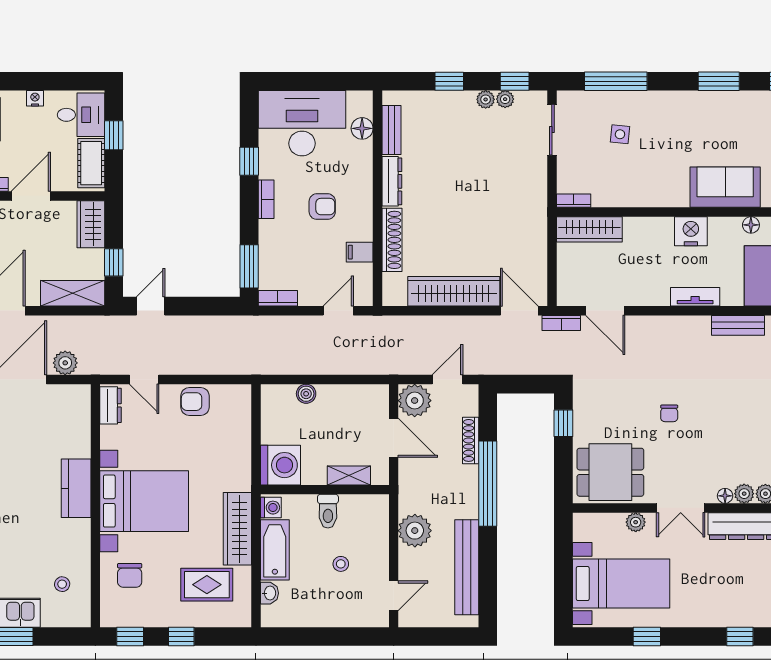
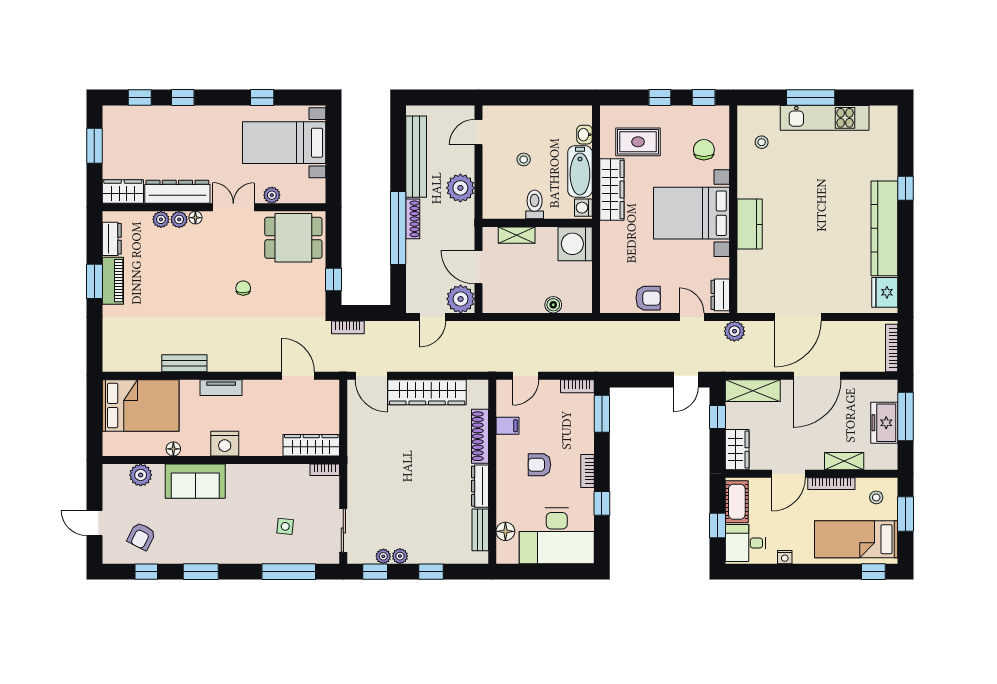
bookcase: (561, 323) -> (348, 327), moved, turned 180
plant: (65, 363) -> (734, 331), moved
shoe rack: (471, 440) -> (413, 219), moved

